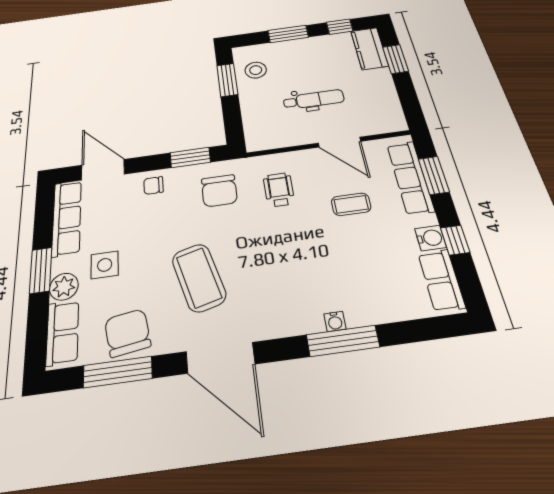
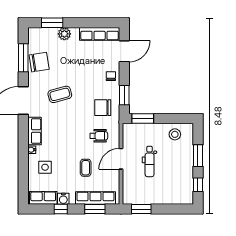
kitchen counter: (369, 48) -> (179, 197), removed
window: (395, 59) -> (141, 209), moved
window: (227, 80) -> (143, 118), moved
door: (339, 142) -> (121, 159), moved
side table: (105, 265) -> (45, 167), moved
window: (41, 270) -> (52, 23), moved
coffee table: (199, 277) -> (60, 94), width x0.73, depth x0.76
row of seats: (62, 333) -> (34, 131), moved, turned -90
window: (343, 341) -> (23, 151), removed

